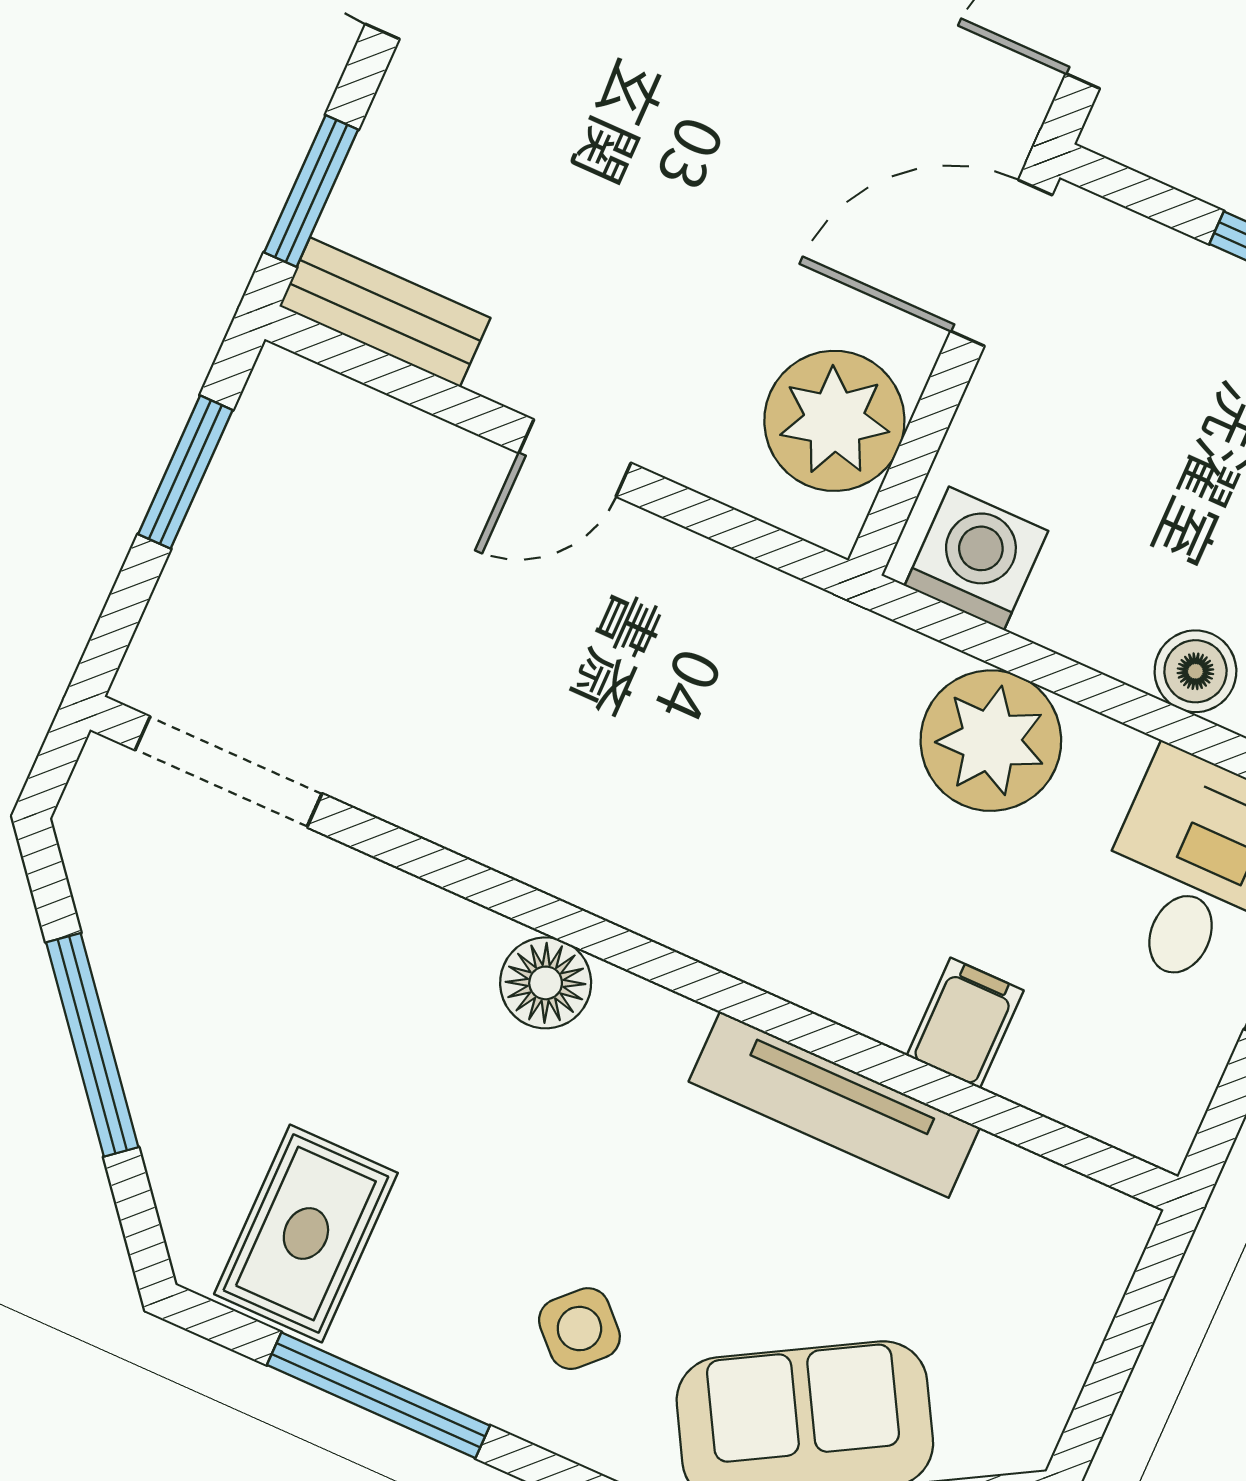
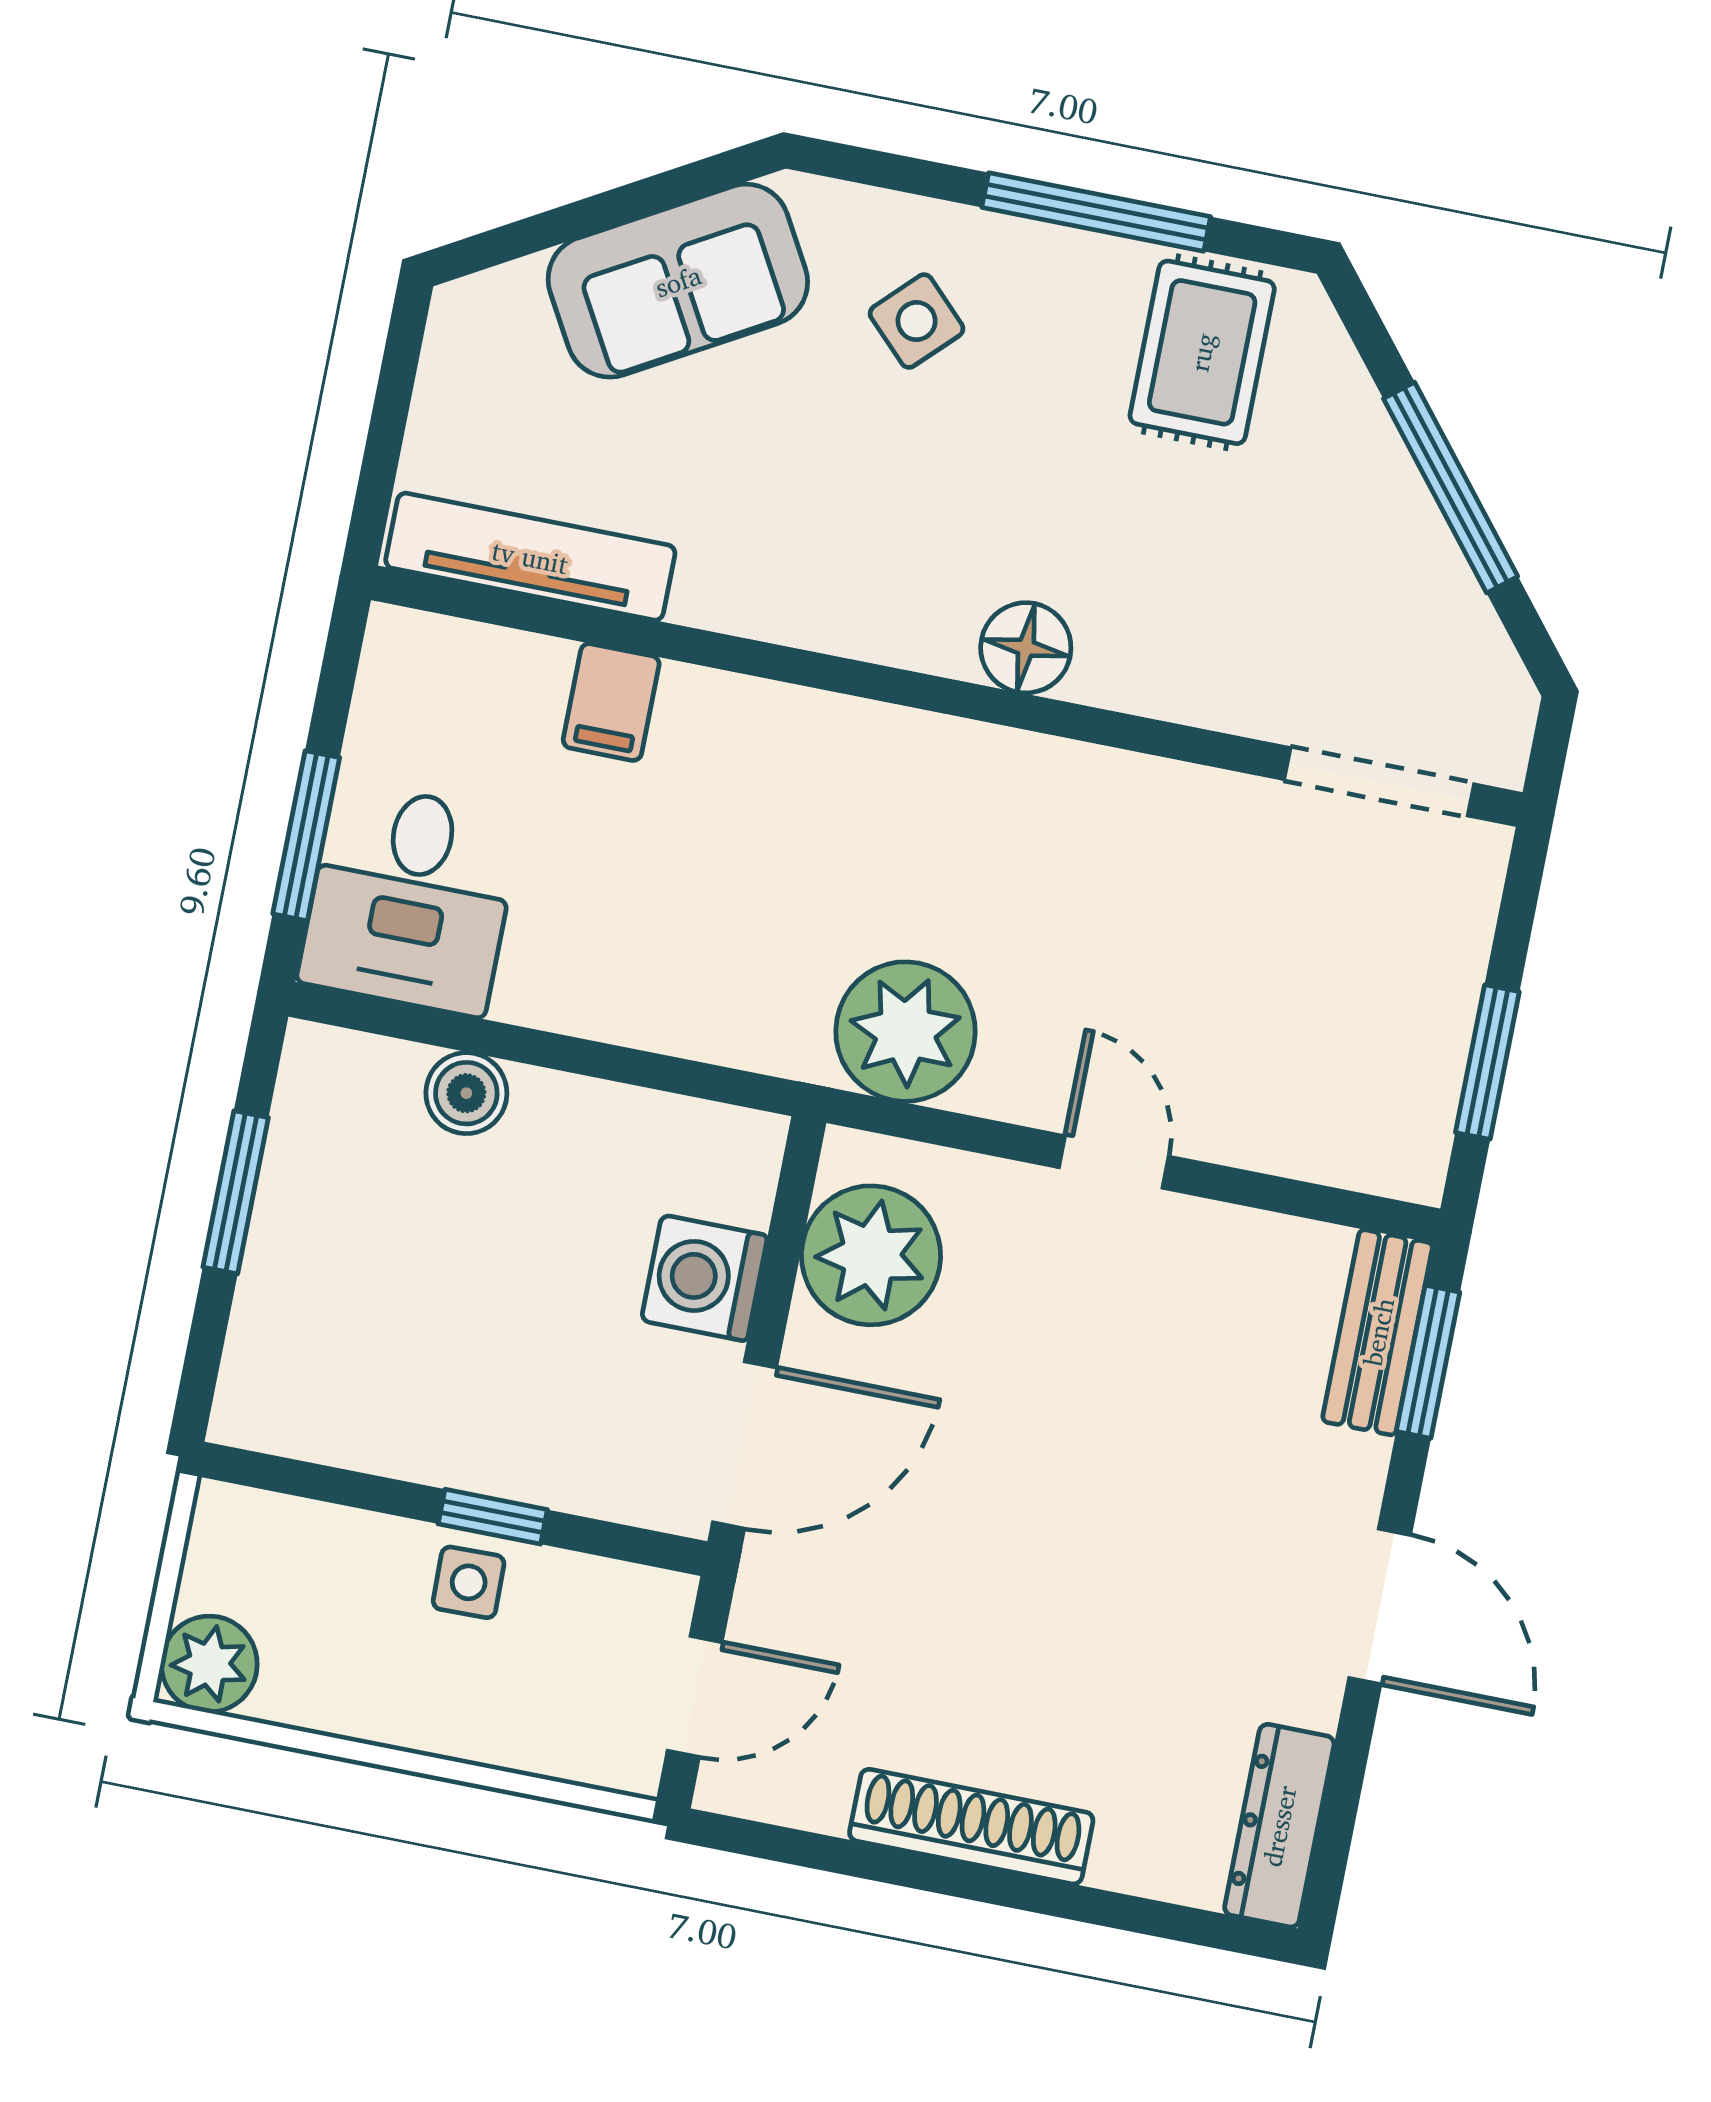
bench: (385, 312) -> (1378, 1332), moved, turned 90
door: (575, 458) -> (1114, 1162), hinge flipped
washing machine: (976, 558) -> (704, 1278), moved, turned 90
plant: (991, 741) -> (906, 1032), moved
tv unit: (834, 1105) -> (530, 557), moved

